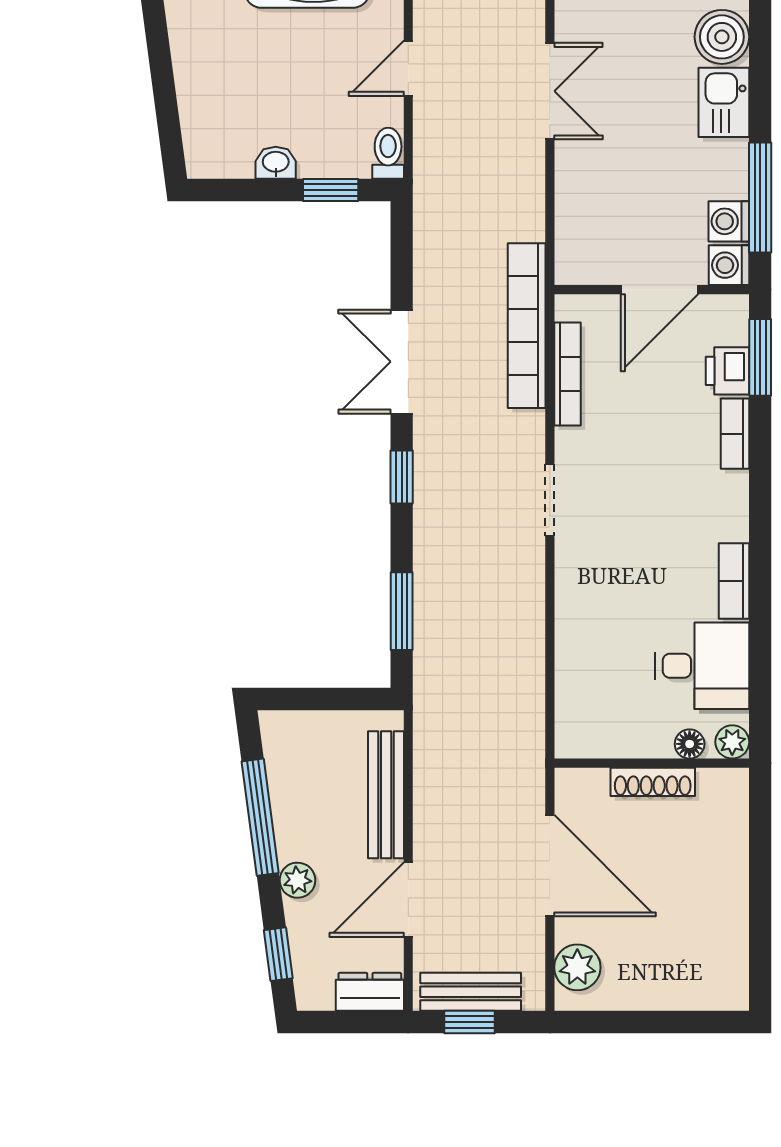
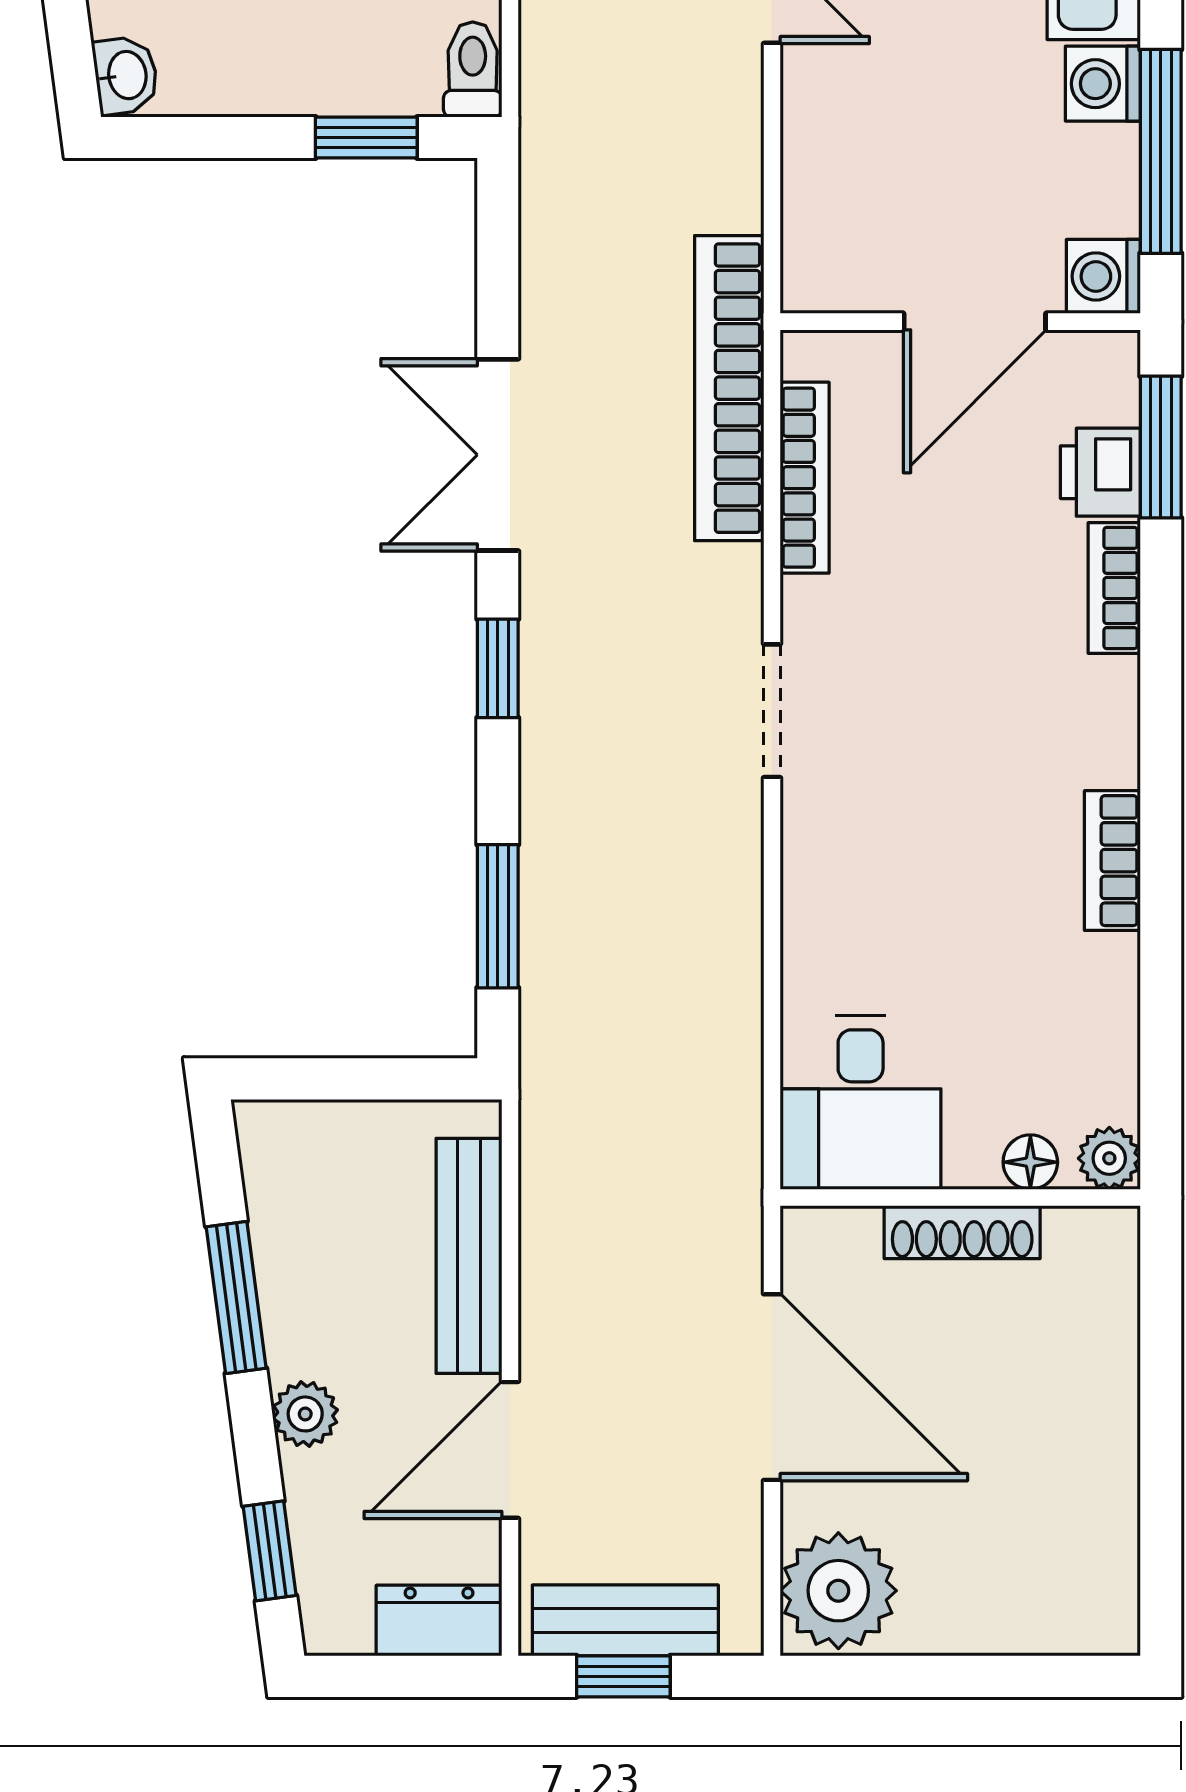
washbasin: (276, 163) -> (126, 75), moved, turned 82
washing machine: (729, 221) -> (1103, 84), moved
desk: (702, 666) -> (861, 1103), moved, turned 90
window: (260, 817) -> (236, 1297), width x0.69
plant: (577, 967) -> (838, 1591), width x1.36, depth x1.36

